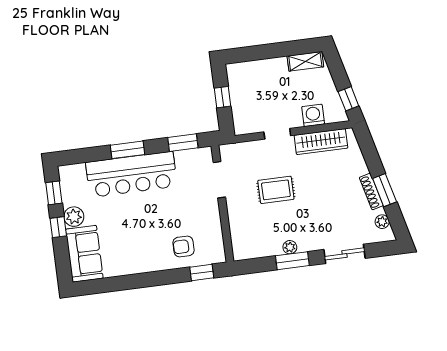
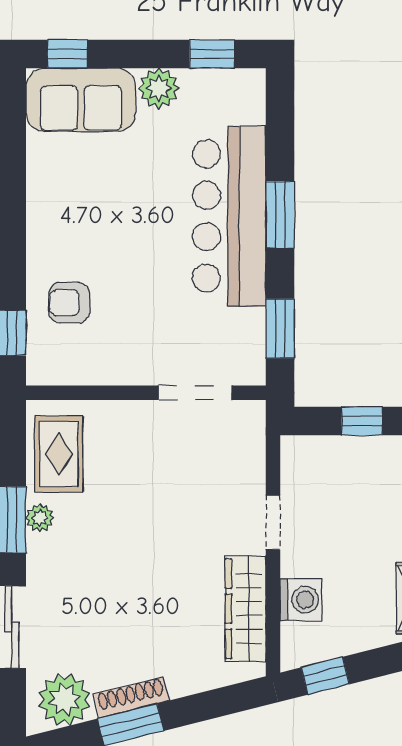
rug: (276, 190) -> (59, 454), moved
plant: (382, 222) -> (64, 700), width x1.88, depth x1.88
window: (58, 227) -> (67, 54), moved
armchair: (184, 246) -> (69, 303), turned -90

